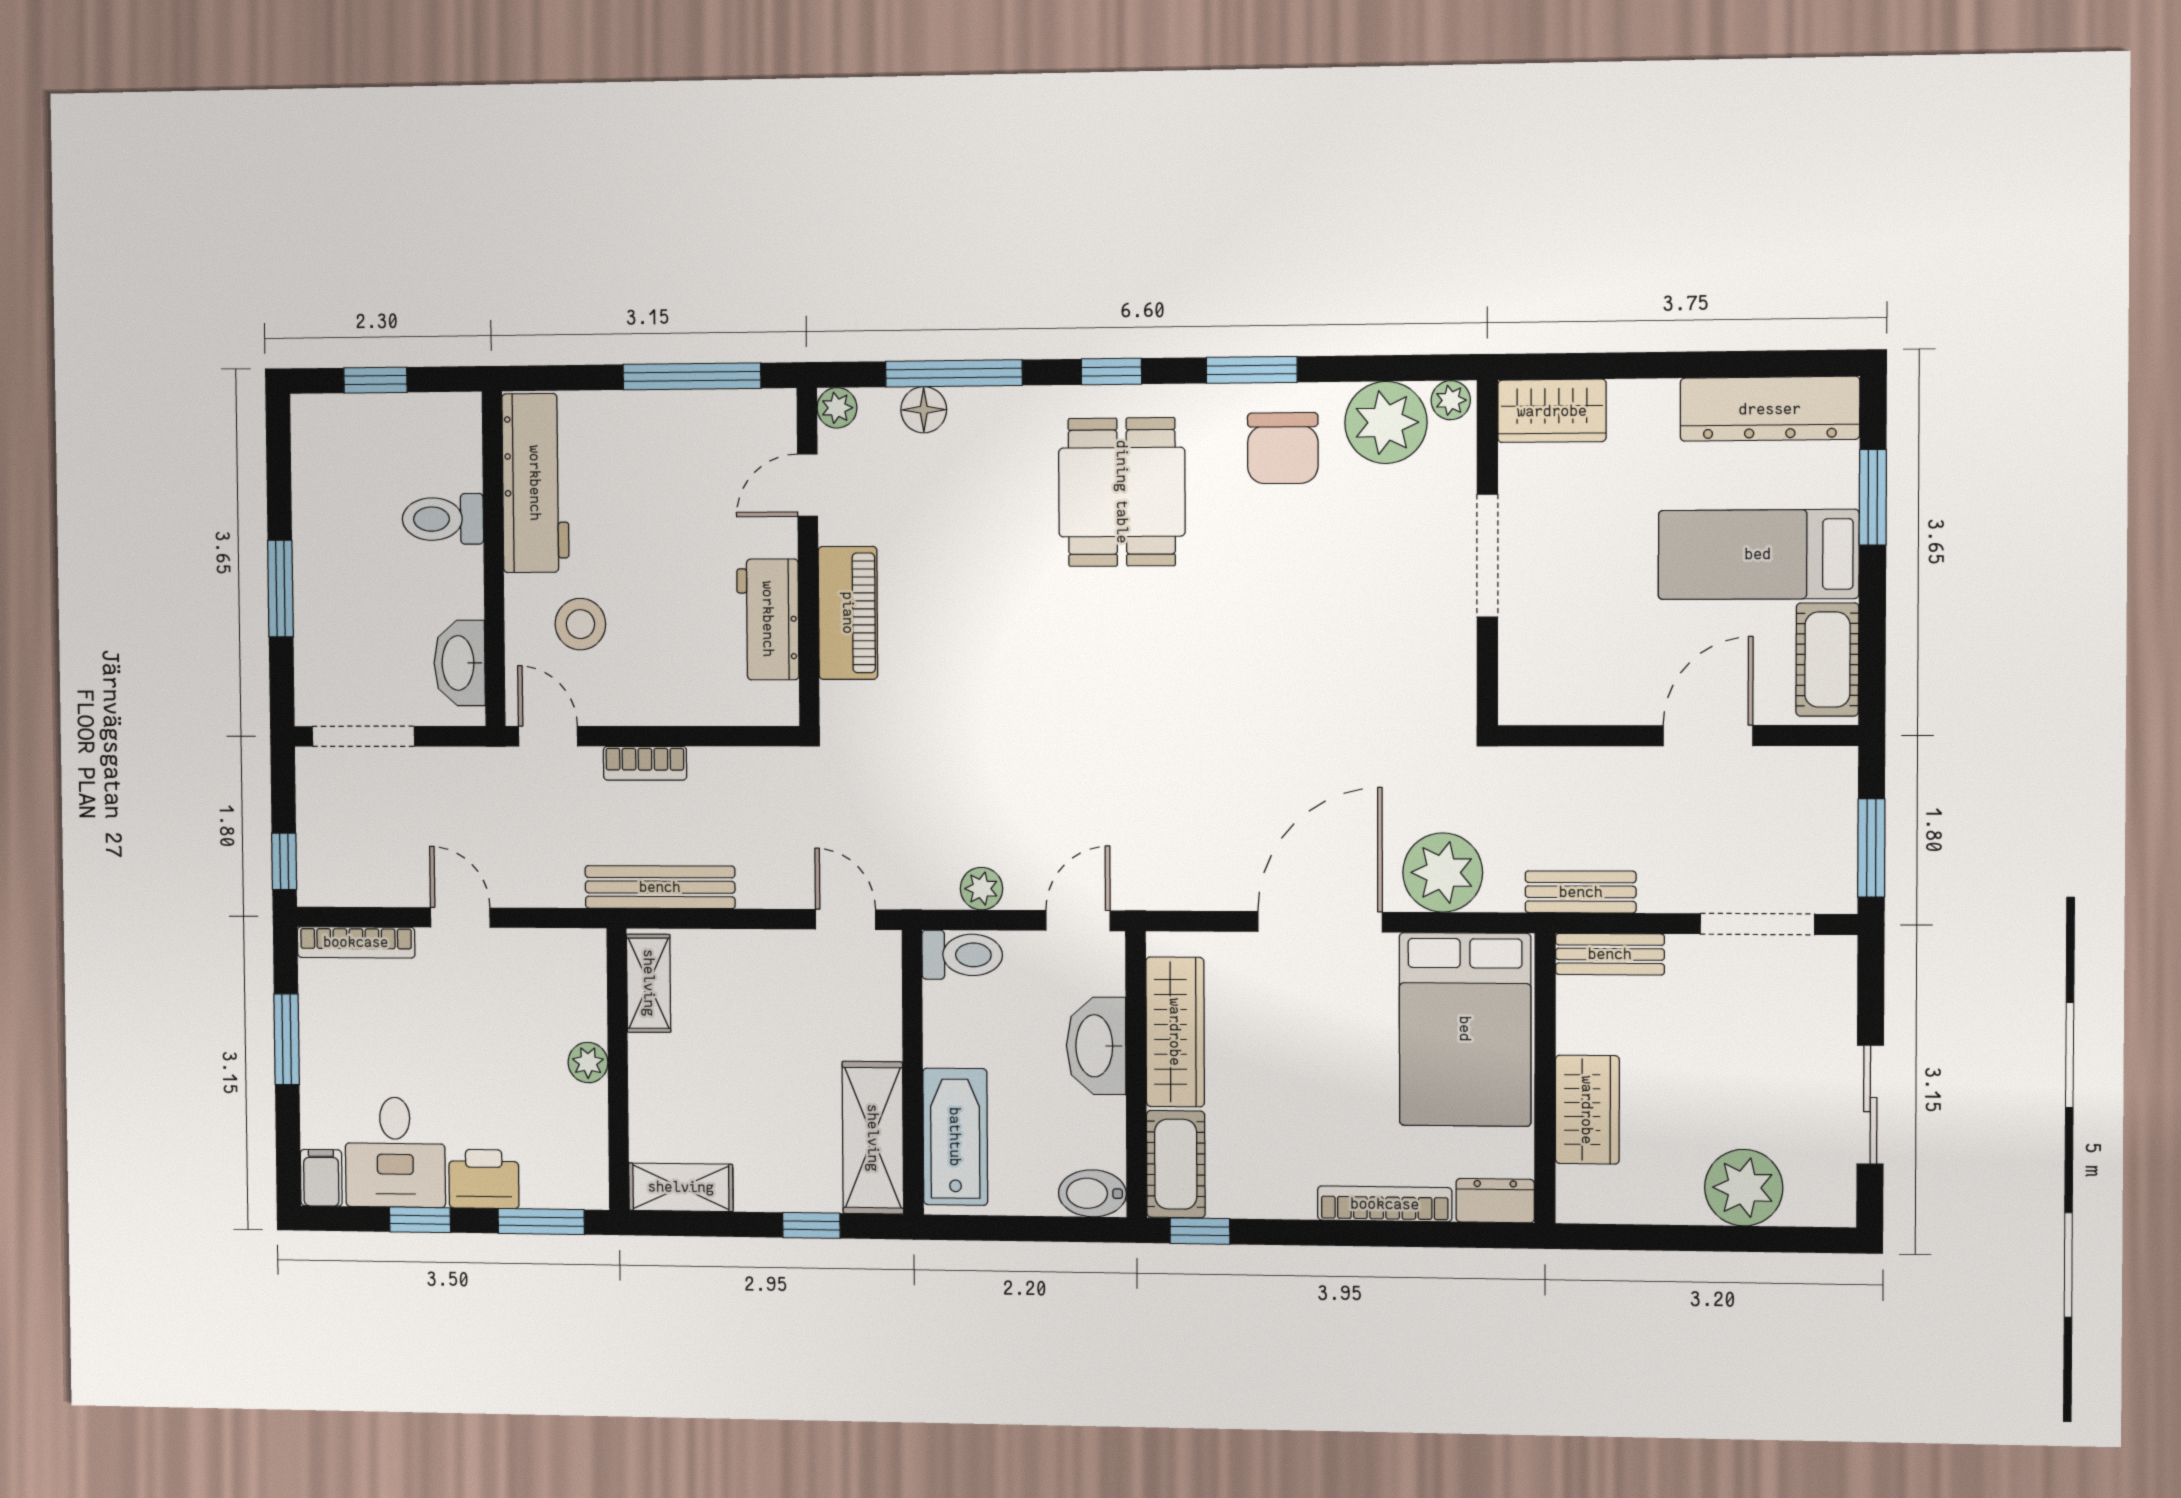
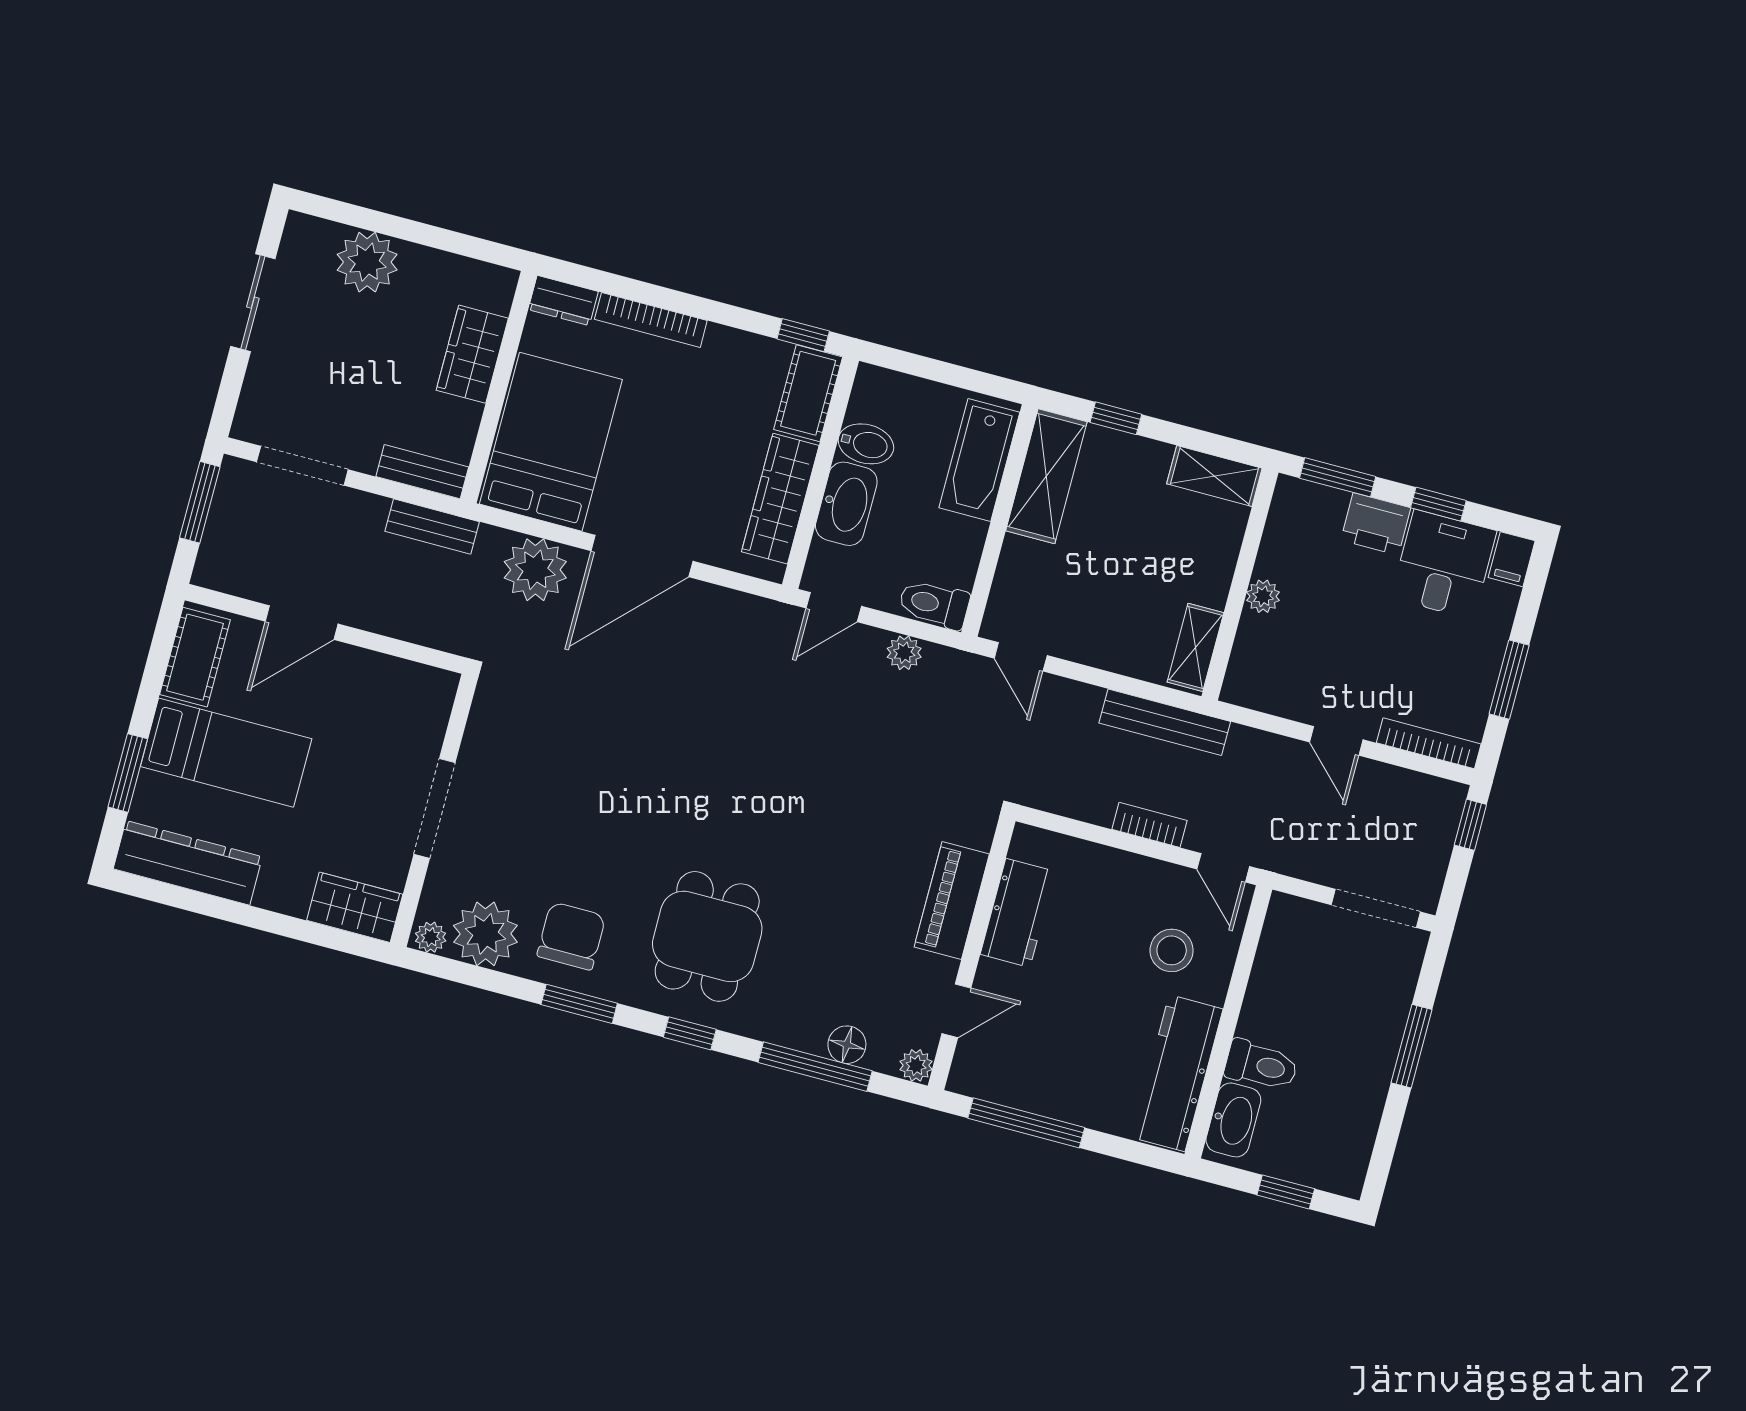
washbasin: (460, 663) -> (1233, 1120), moved
bidet: (1092, 1193) -> (866, 444), moved

